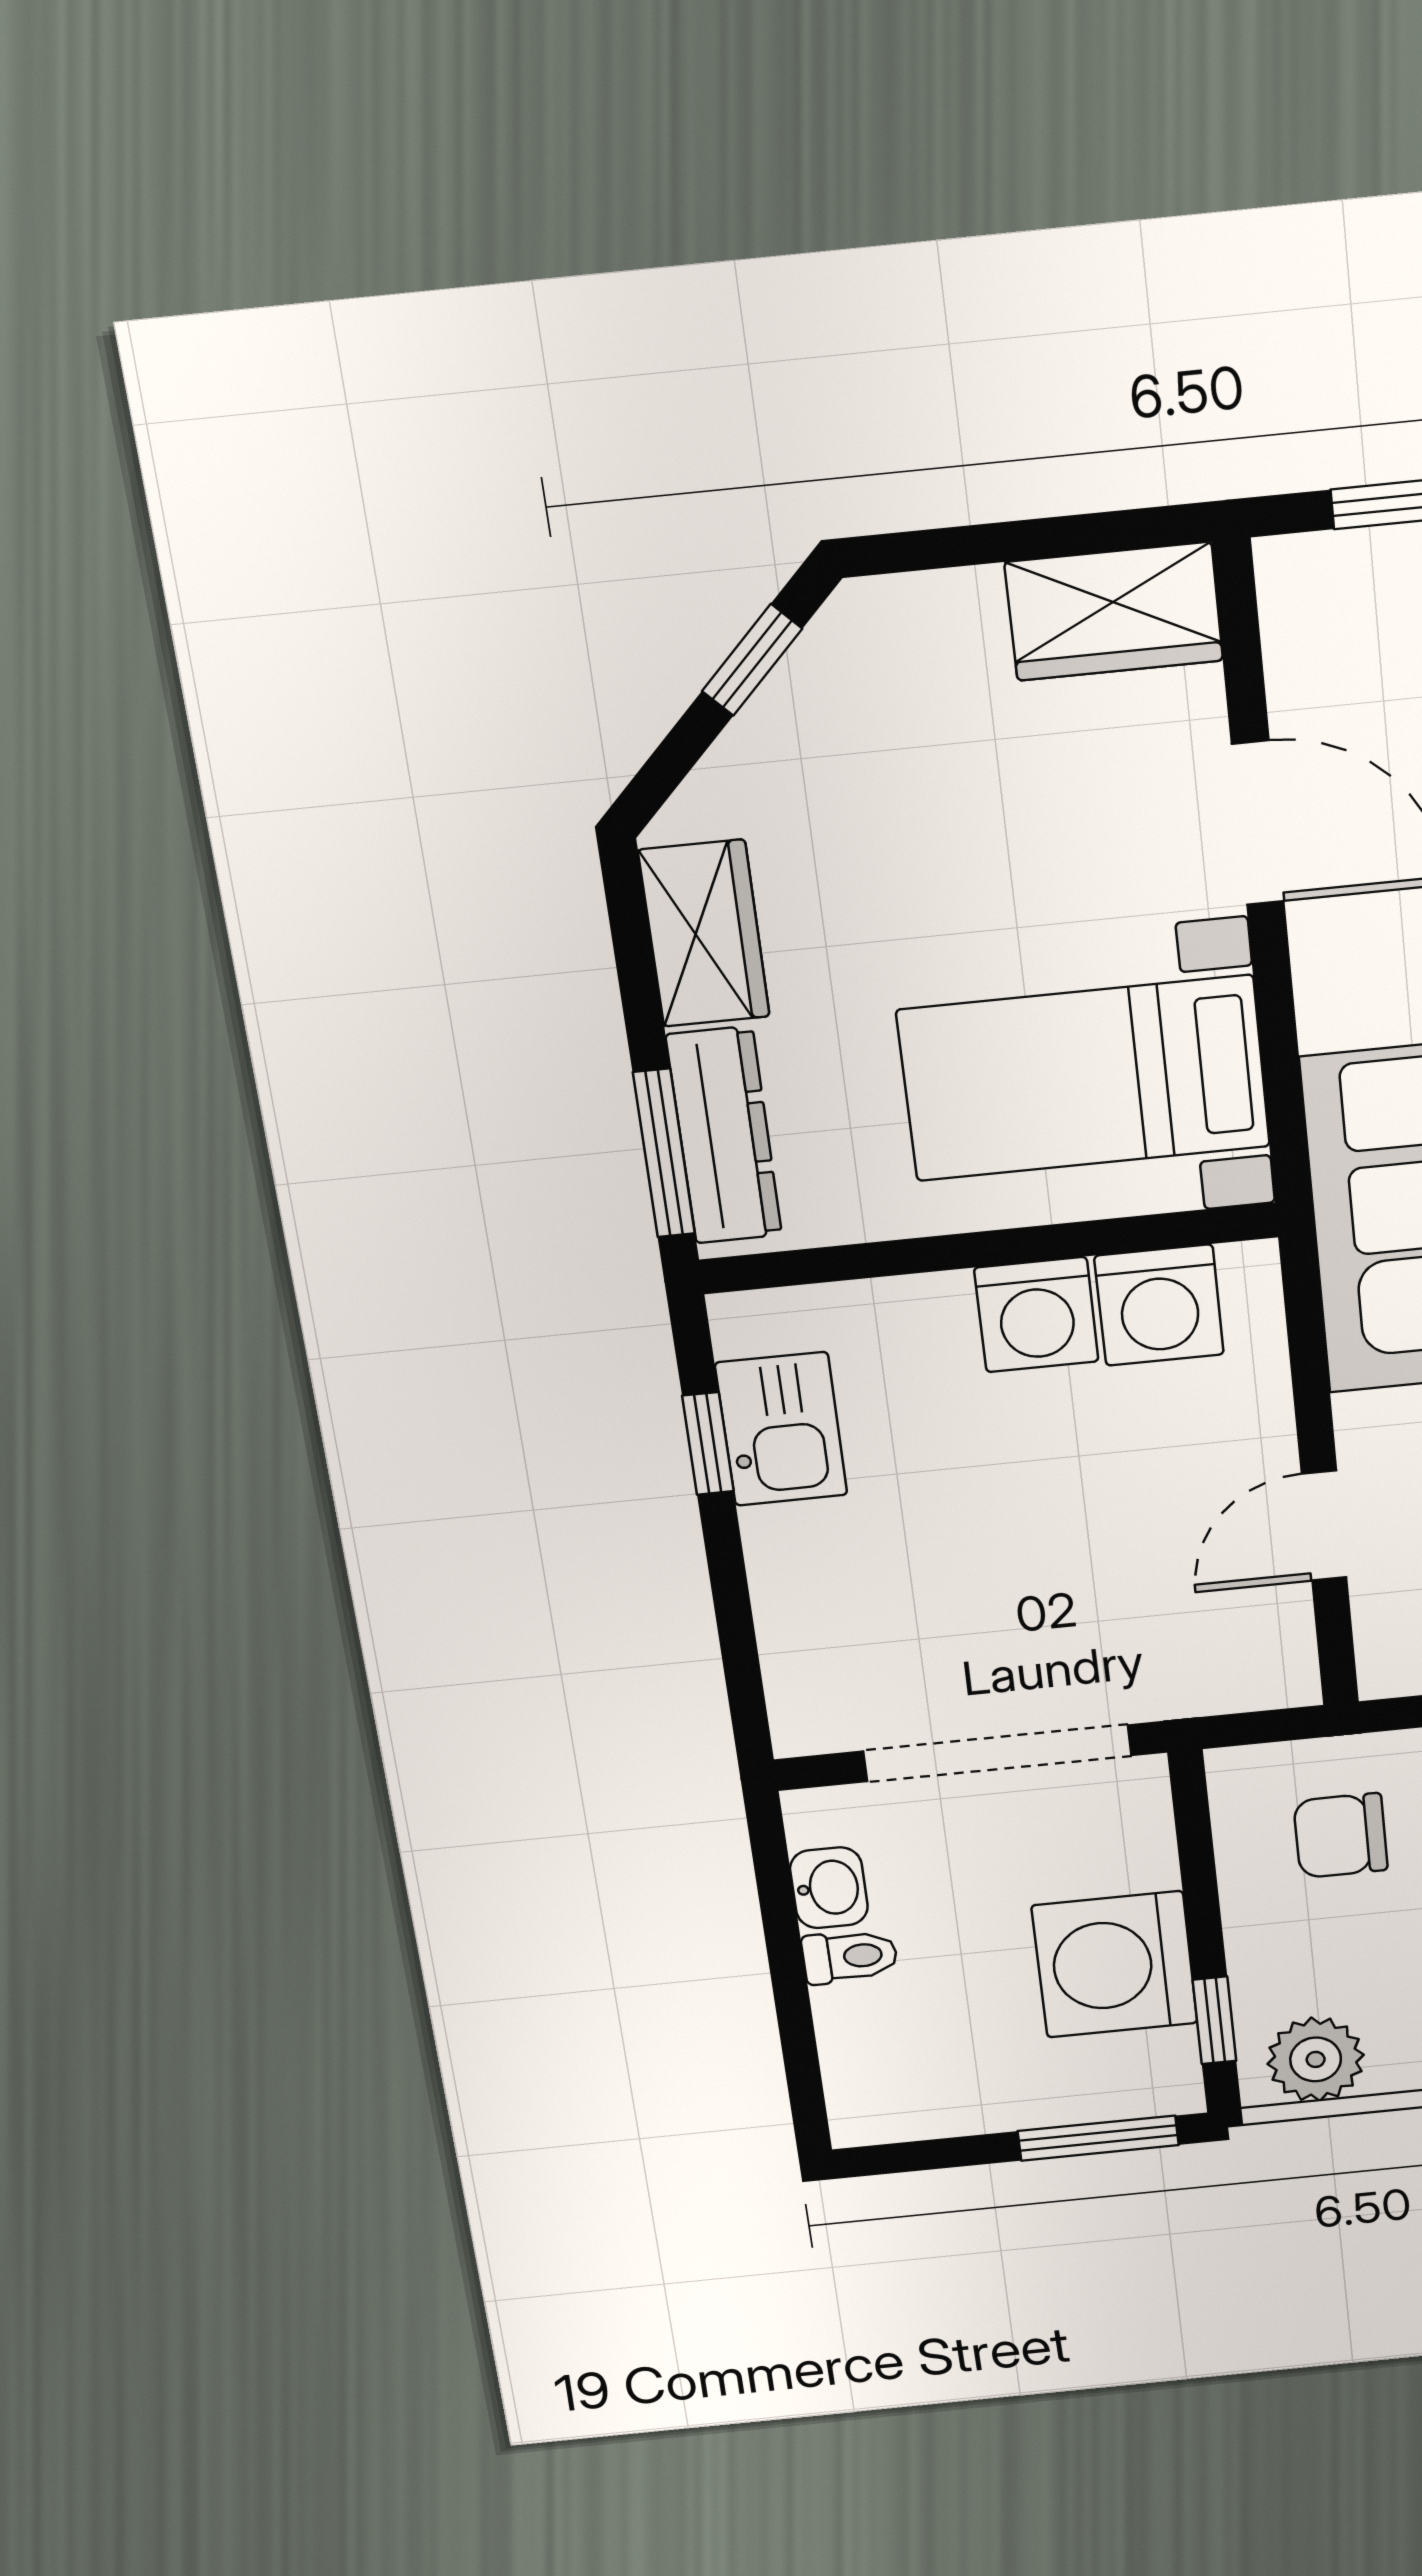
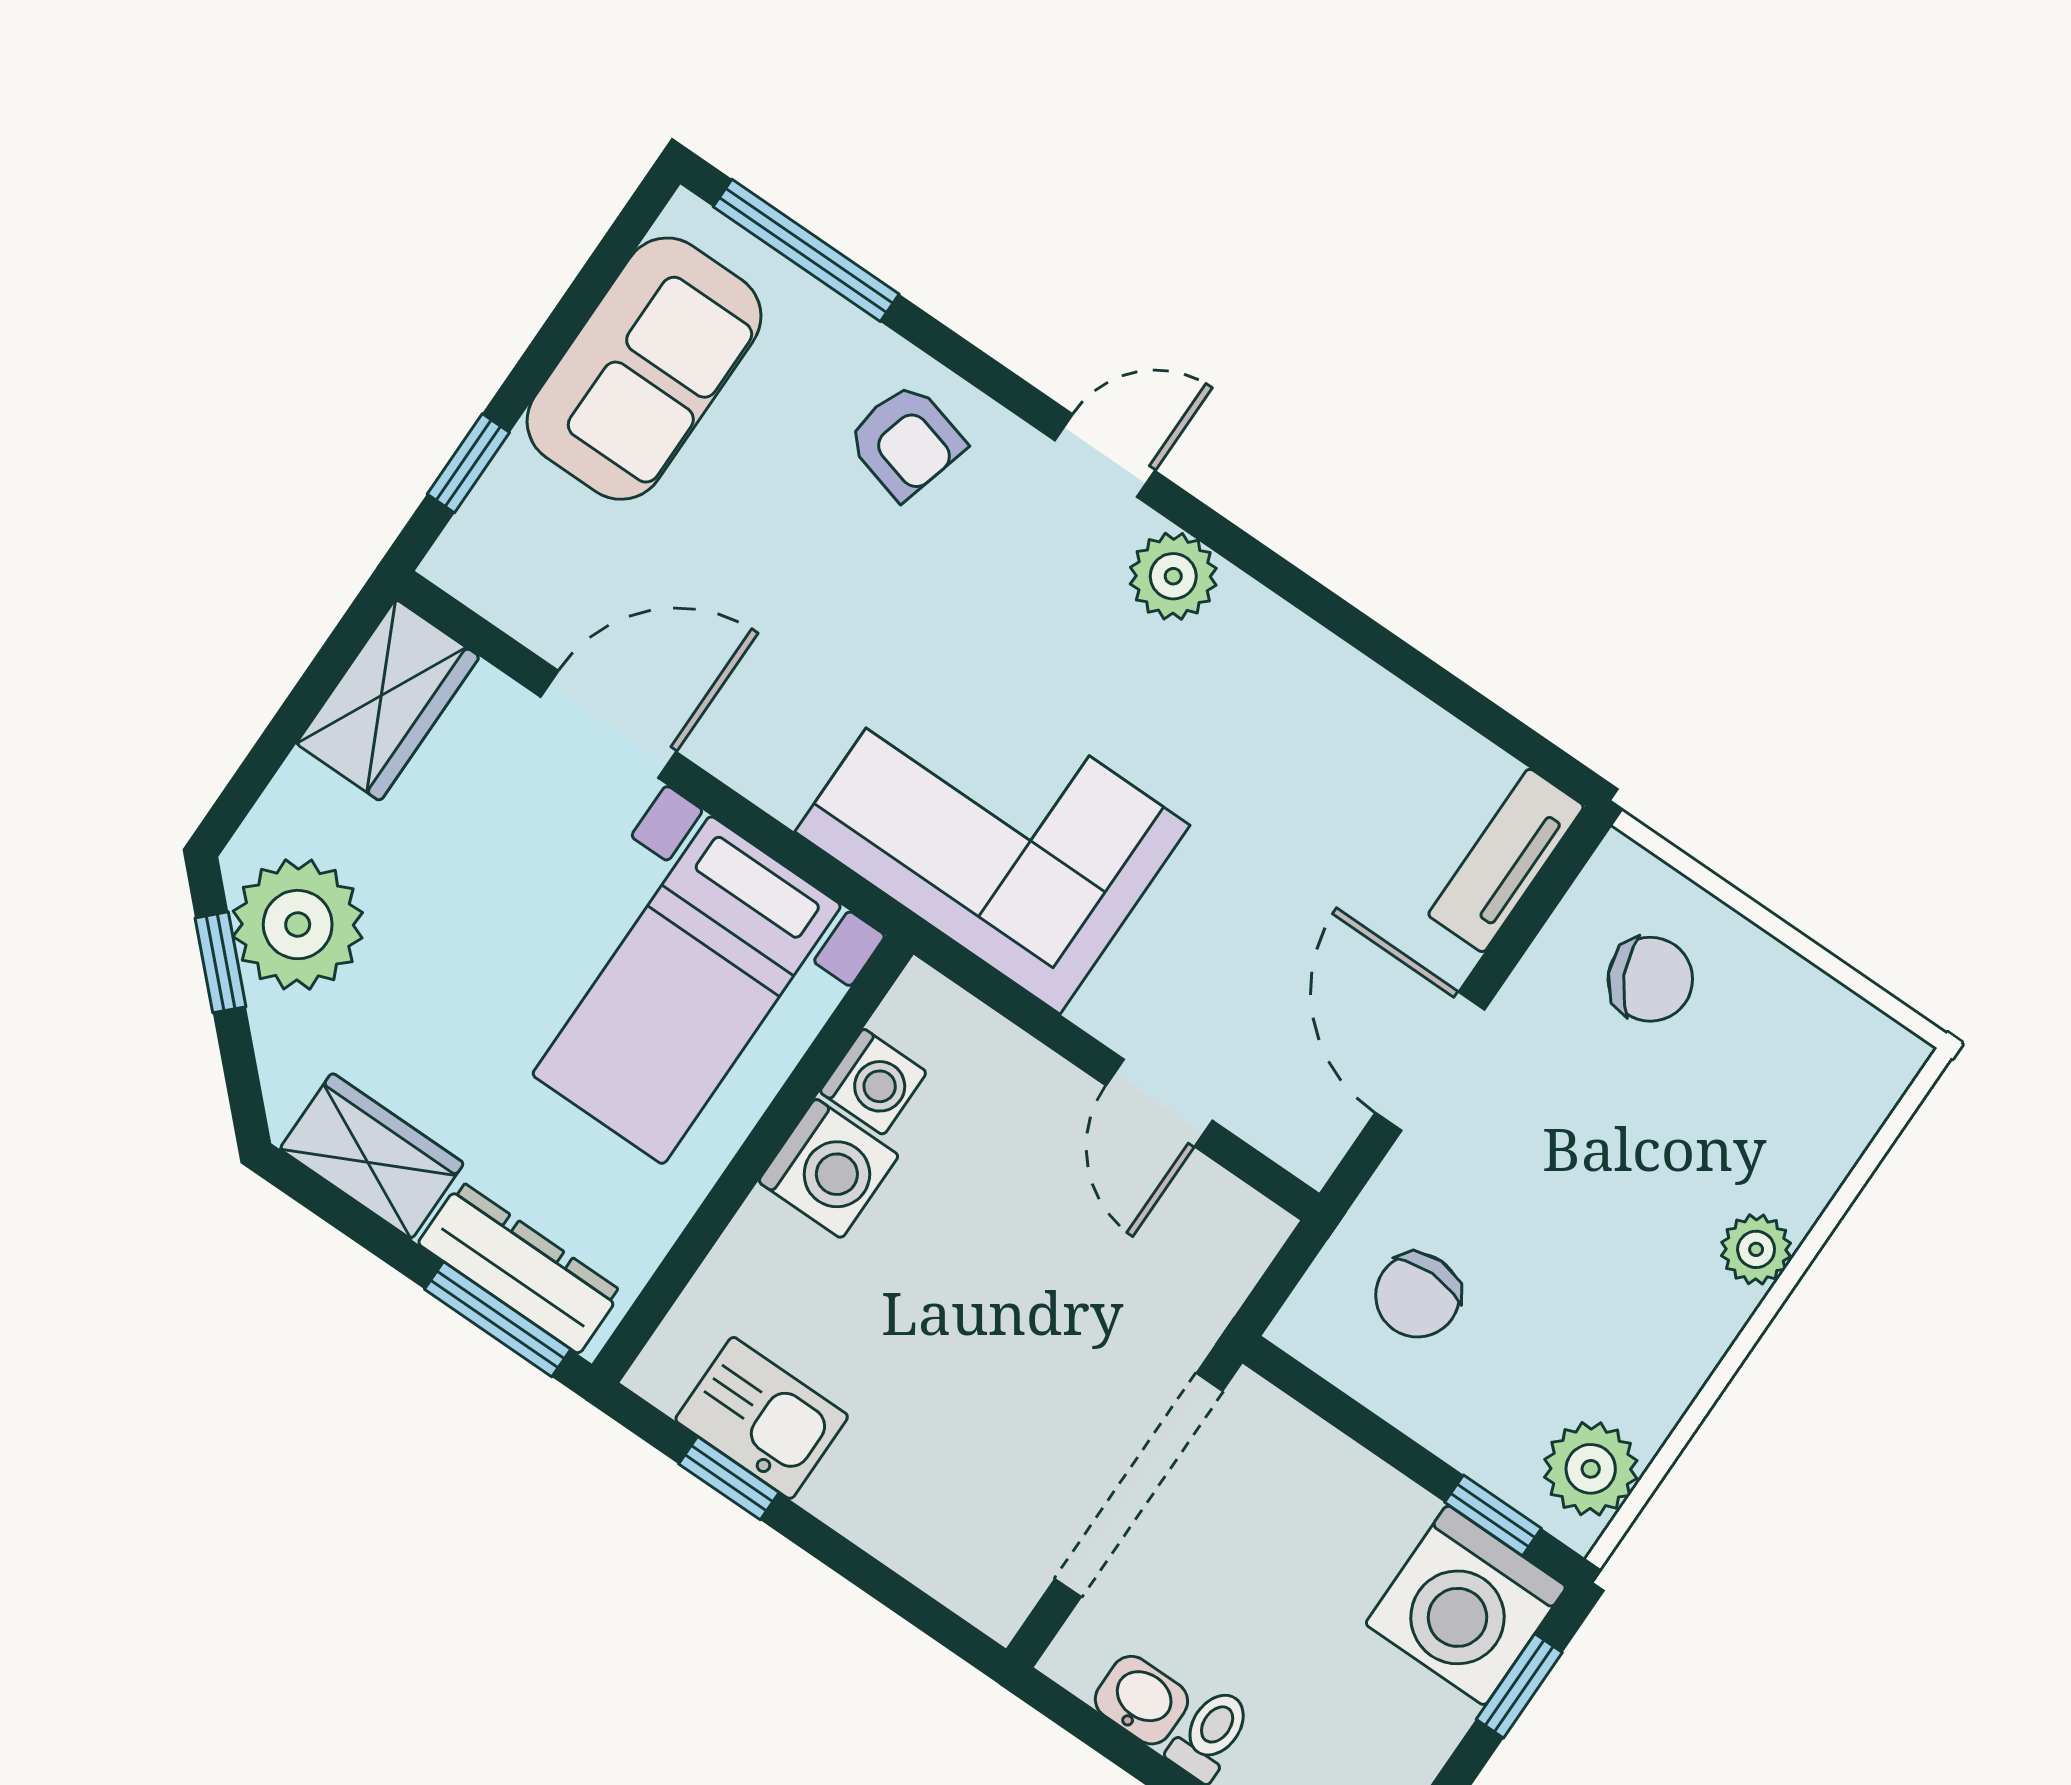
plant: (846, 700) -> (298, 925), added
washing machine: (1159, 1305) -> (873, 1082), width x0.73, depth x0.73
washing machine: (1115, 1964) -> (1466, 1605), moved
window: (1098, 2138) -> (1519, 1686), width x0.67

